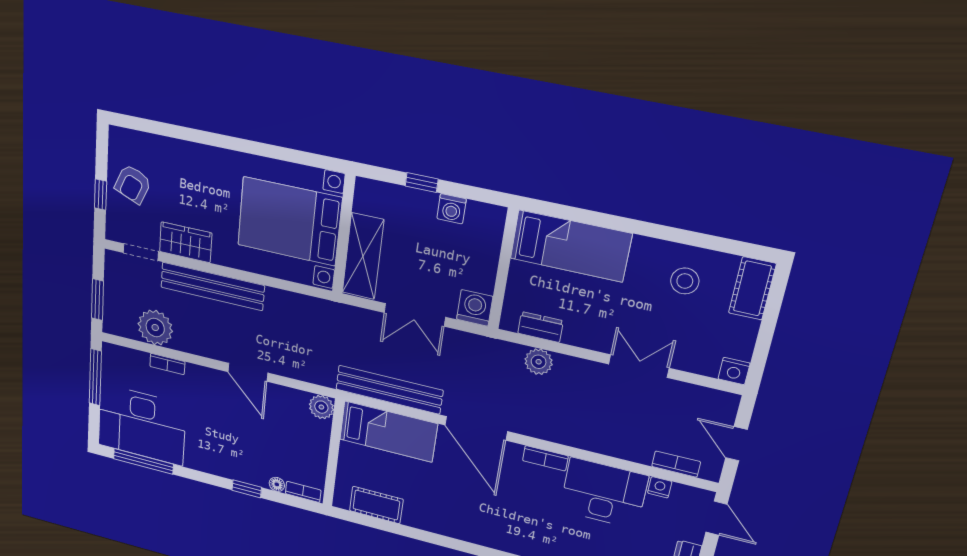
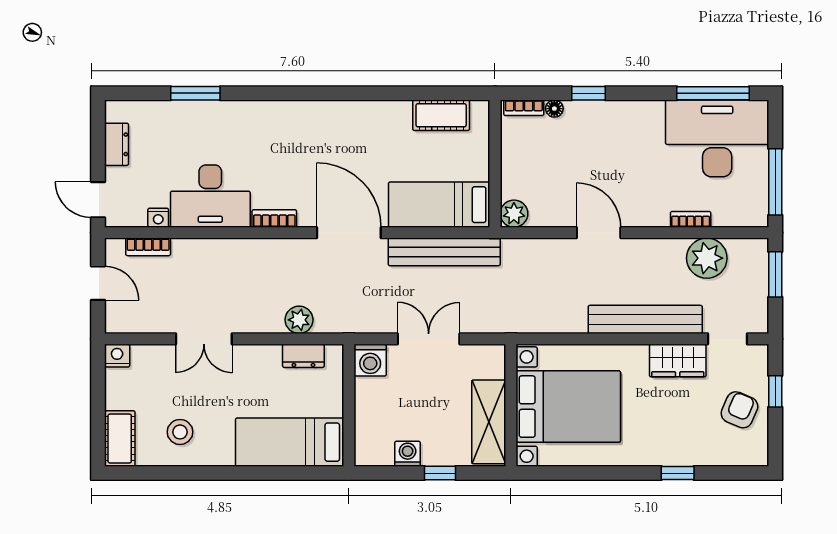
window: (192, 135) -> (678, 473), added
shelving: (363, 256) -> (489, 422), moved

